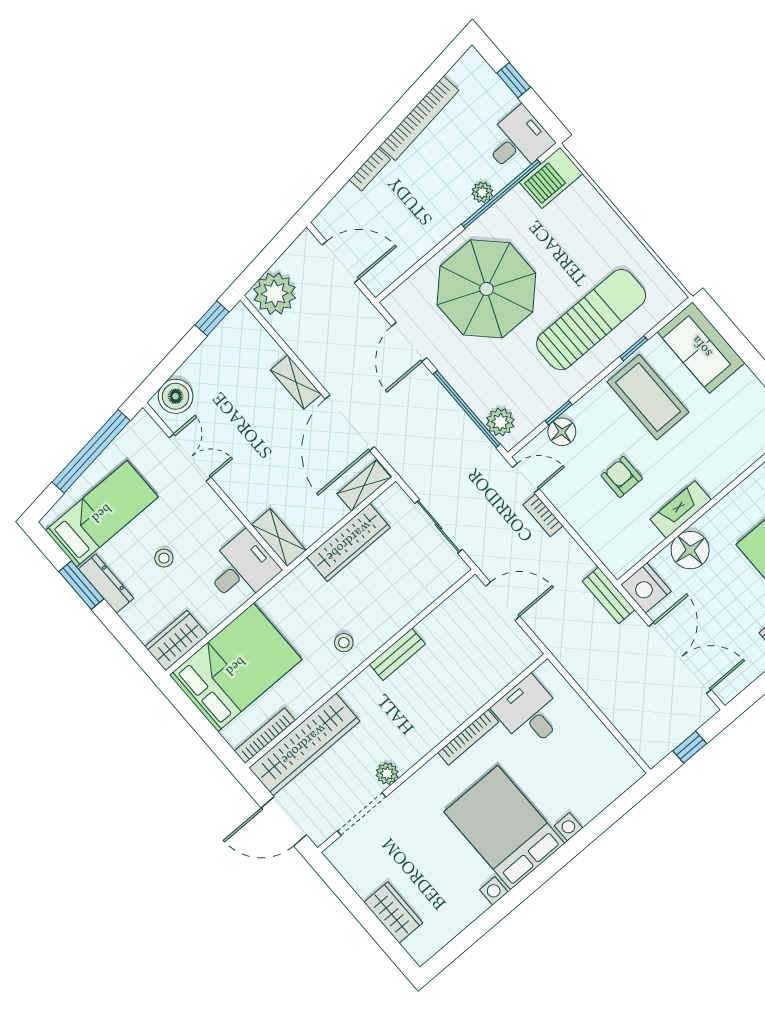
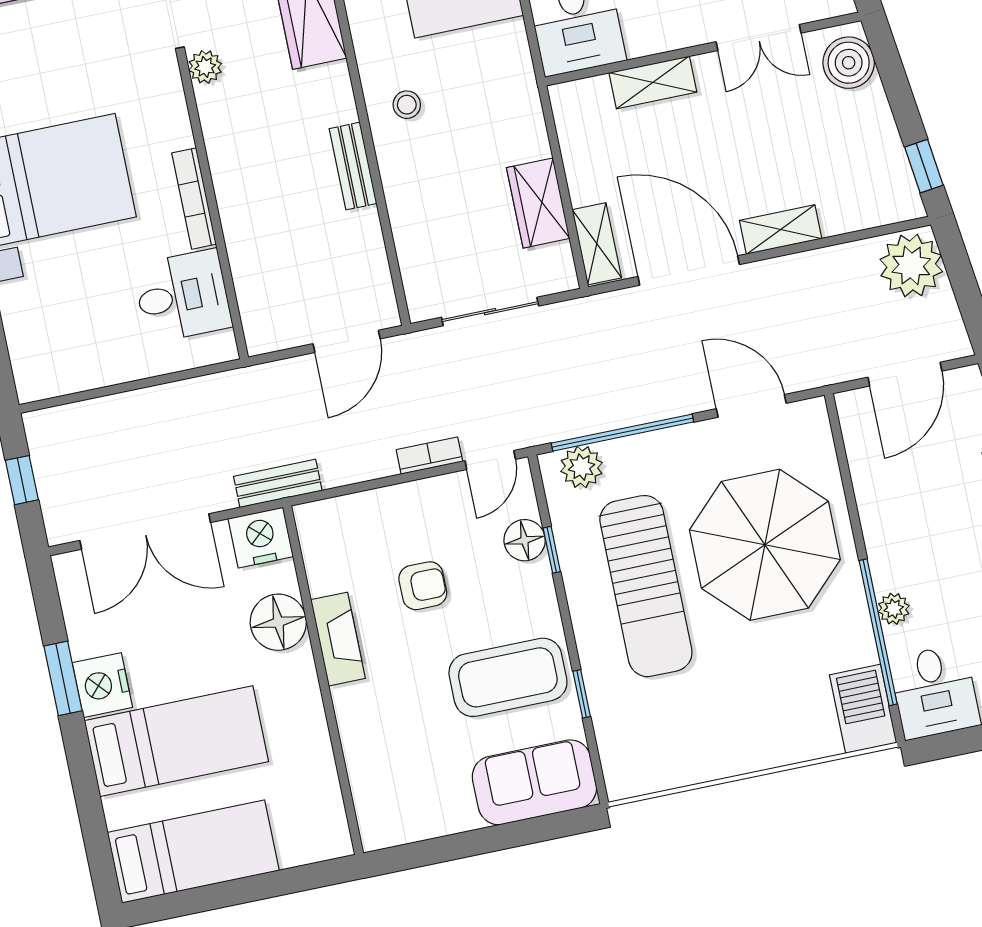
sun lounger: (591, 320) -> (646, 586), moved
shelving: (279, 538) -> (653, 82), moved
wardrobe: (349, 542) -> (538, 203), width x0.67

